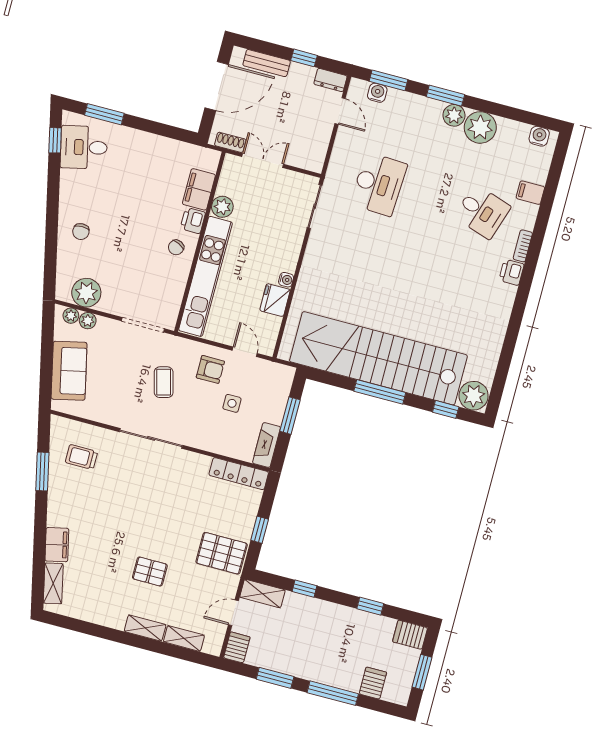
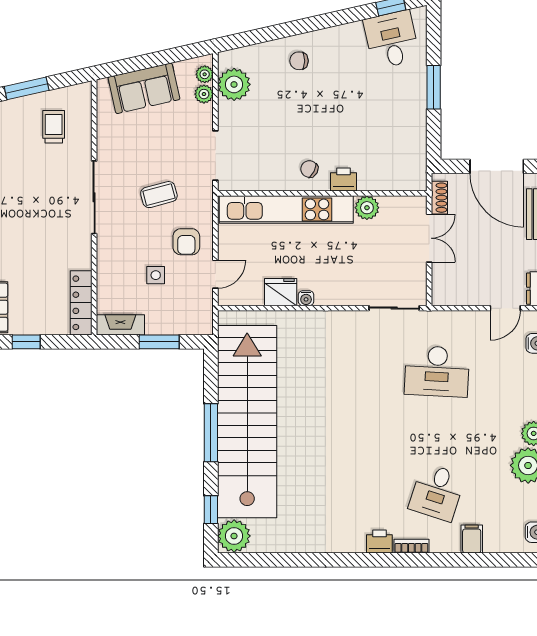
window: (104, 114) -> (434, 87), moved
filing cabinet: (199, 189) -> (379, 177), removed

